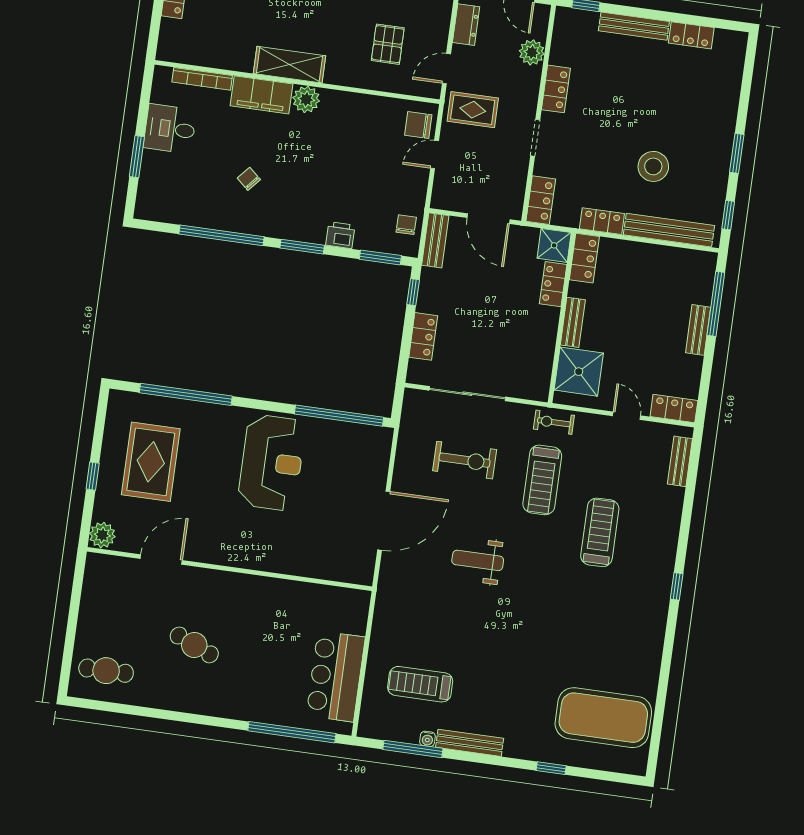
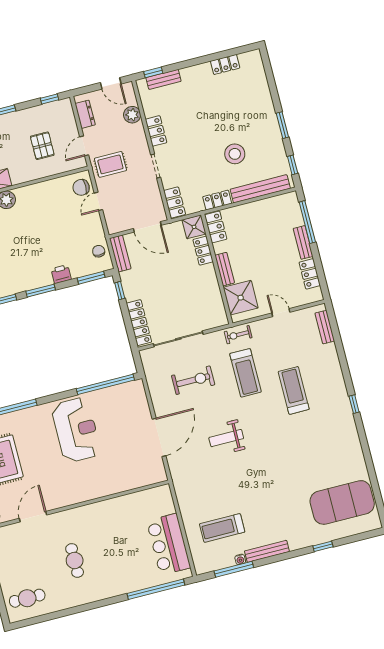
bench: (634, 26) -> (163, 79), moved, width x0.73
locker: (423, 336) -> (139, 323), width x1.53
locker: (674, 408) -> (310, 274), moved, turned -90
cafe table: (194, 645) -> (75, 560), turned 67

